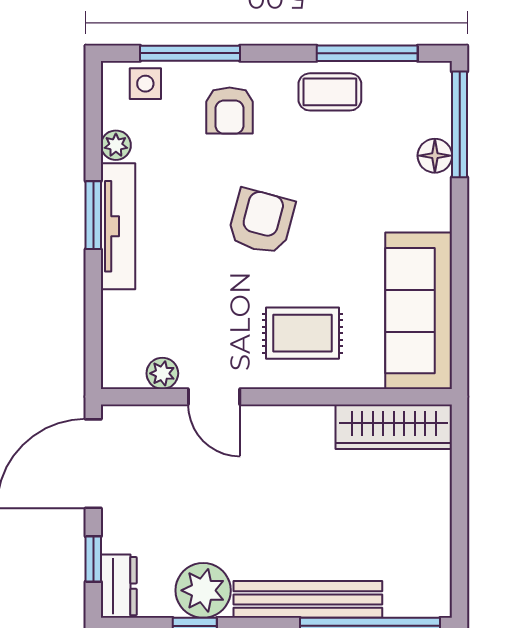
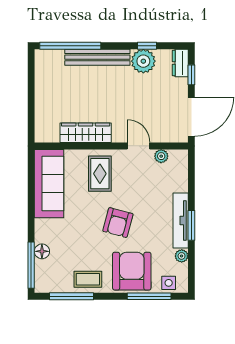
armchair: (230, 111) -> (132, 271), width x1.88, depth x1.88
rug: (302, 333) -> (100, 174), turned 90
wardrobe: (394, 427) -> (86, 133), moved

